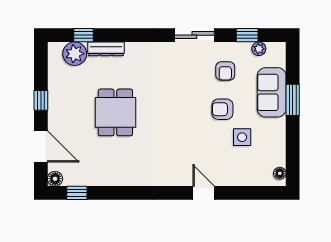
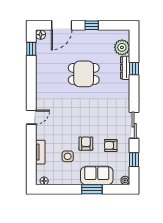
window: (83, 35) -> (134, 69), moved
plant: (259, 49) -> (125, 180), moved
tv unit: (235, 179) -> (40, 152), added
door: (204, 193) -> (31, 117), moved

